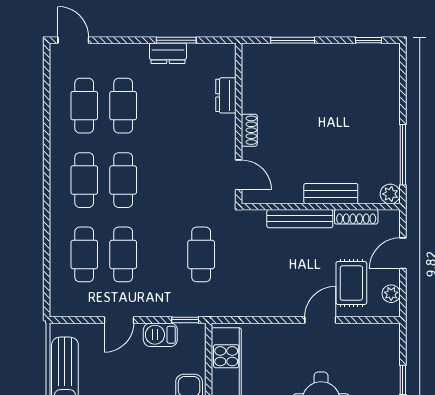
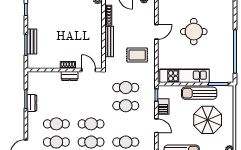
dresser: (226, 95) -> (70, 76), moved
door: (239, 175) -> (89, 70), hinge flipped
bench: (331, 194) -> (32, 42), moved
cafe table: (123, 254) -> (126, 106), moved
rug: (351, 283) -> (137, 55), moved
door: (320, 320) -> (156, 32), swing flipped

